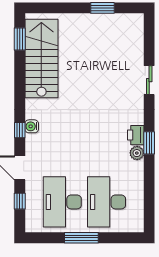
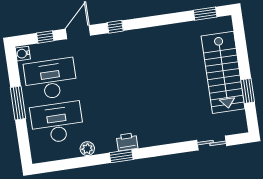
stairs: (41, 59) -> (223, 72), moved, turned 90
sliding door: (149, 80) -> (212, 143), moved
water cooler: (32, 126) -> (23, 54), moved, turned -90
plant: (137, 153) -> (87, 149), moved

